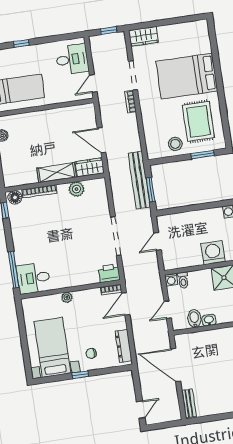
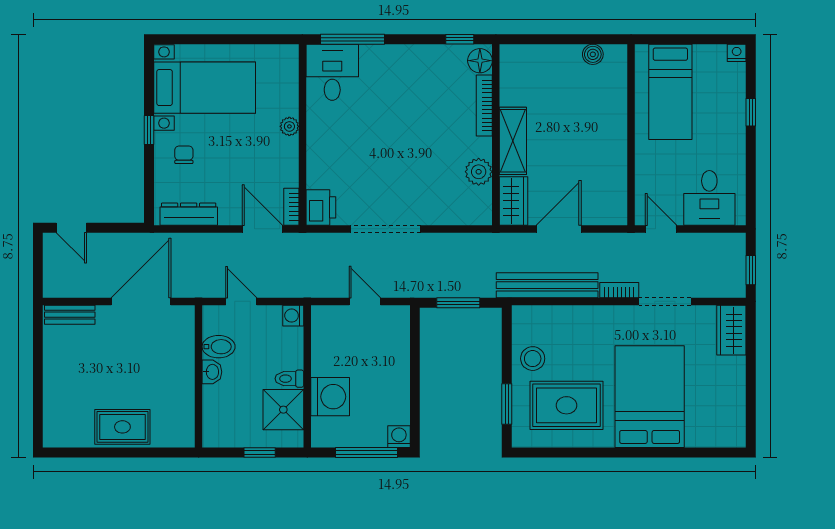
bench: (139, 180) -> (547, 285), moved
toilet: (183, 280) -> (289, 379), moved

